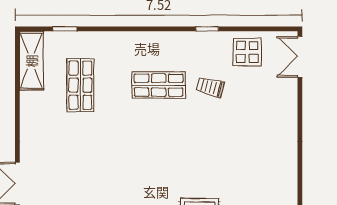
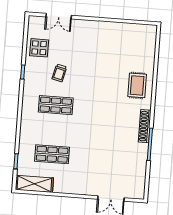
double door: (300, 57) -> (59, 16), moved
shop shelf: (159, 85) -> (56, 105), turned 90

